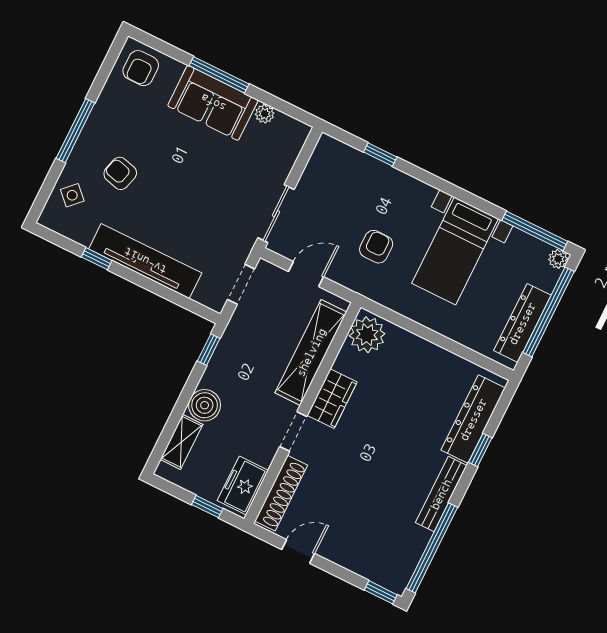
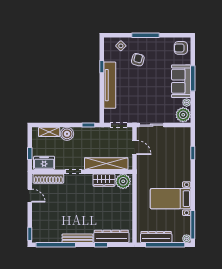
plant: (287, 134) -> (183, 115), added
armchair: (376, 247) -> (158, 169), removed
wardrobe: (332, 399) -> (104, 180), moved

